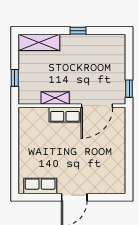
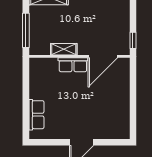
window: (15, 78) -> (26, 30), width x2.17
row of seats: (40, 186) -> (36, 115), moved, turned 90

